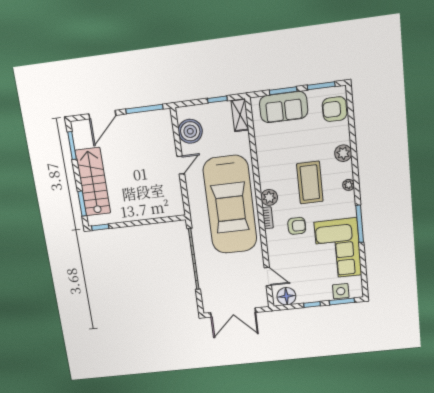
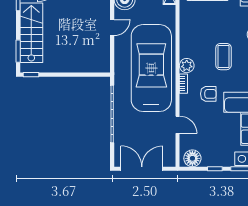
coffee table: (310, 183) -> (224, 57), width x0.73, depth x0.76
car: (230, 205) -> (151, 68), turned 180
door: (268, 277) -> (178, 125), moved
double door: (233, 313) -> (142, 169), swing flipped

